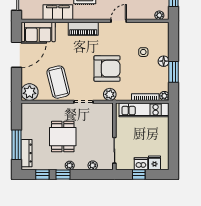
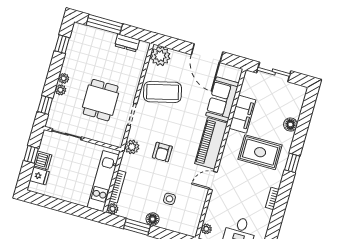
door: (119, 21) -> (213, 181), swing flipped
piano: (83, 29) -> (211, 143), width x1.37, depth x1.33
sofa: (38, 32) -> (222, 99), moved
armchair: (107, 69) -> (162, 152), width x0.53, depth x0.53
dining table: (63, 137) -> (101, 100), moved, turned 90
dresser: (26, 153) -> (127, 43), moved, width x0.70
plant: (93, 165) -> (61, 90), moved
window: (63, 174) -> (45, 105), moved

